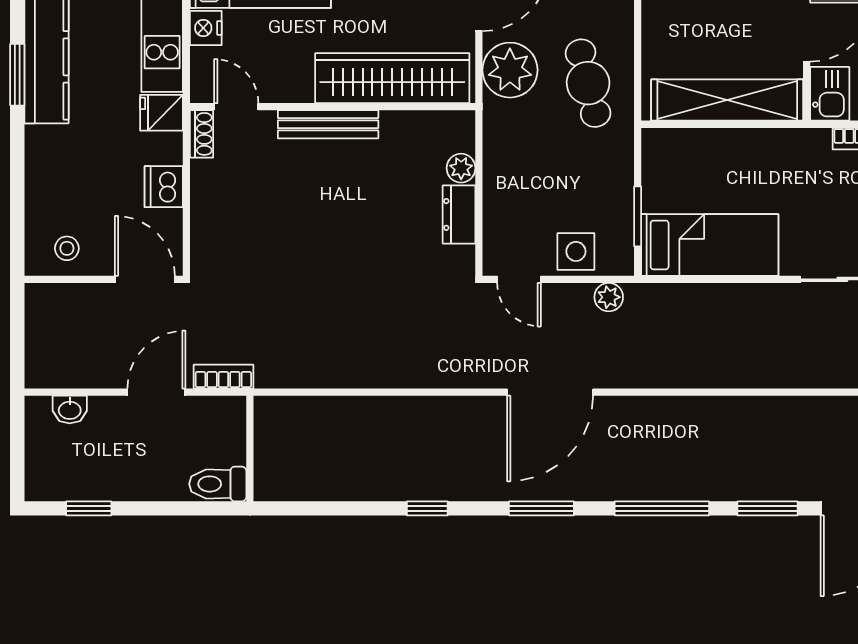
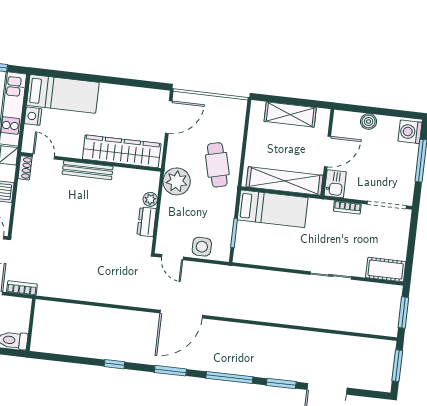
plant: (510, 70) -> (177, 181), moved
bed: (710, 245) -> (273, 209), moved
plant: (609, 297) -> (215, 271), removed

